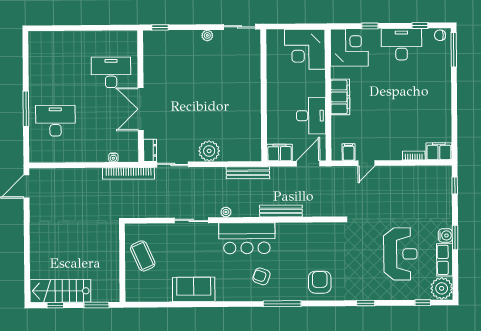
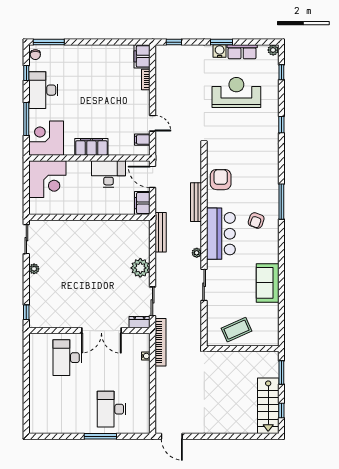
window: (370, 26) -> (26, 119), width x2.17
armchair: (320, 282) -> (221, 180), moved, turned 90
plant: (442, 288) -> (273, 50), width x0.53, depth x0.53

